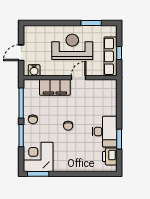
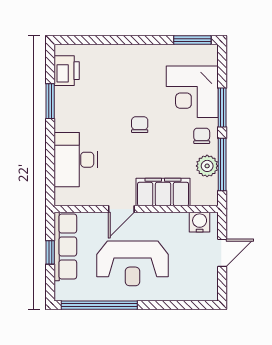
window: (91, 23) -> (99, 305), width x2.11
plant: (30, 102) -> (207, 166), added
desk: (105, 132) -> (76, 160), moved
corner desk: (38, 157) -> (192, 92), moved, turned 90

